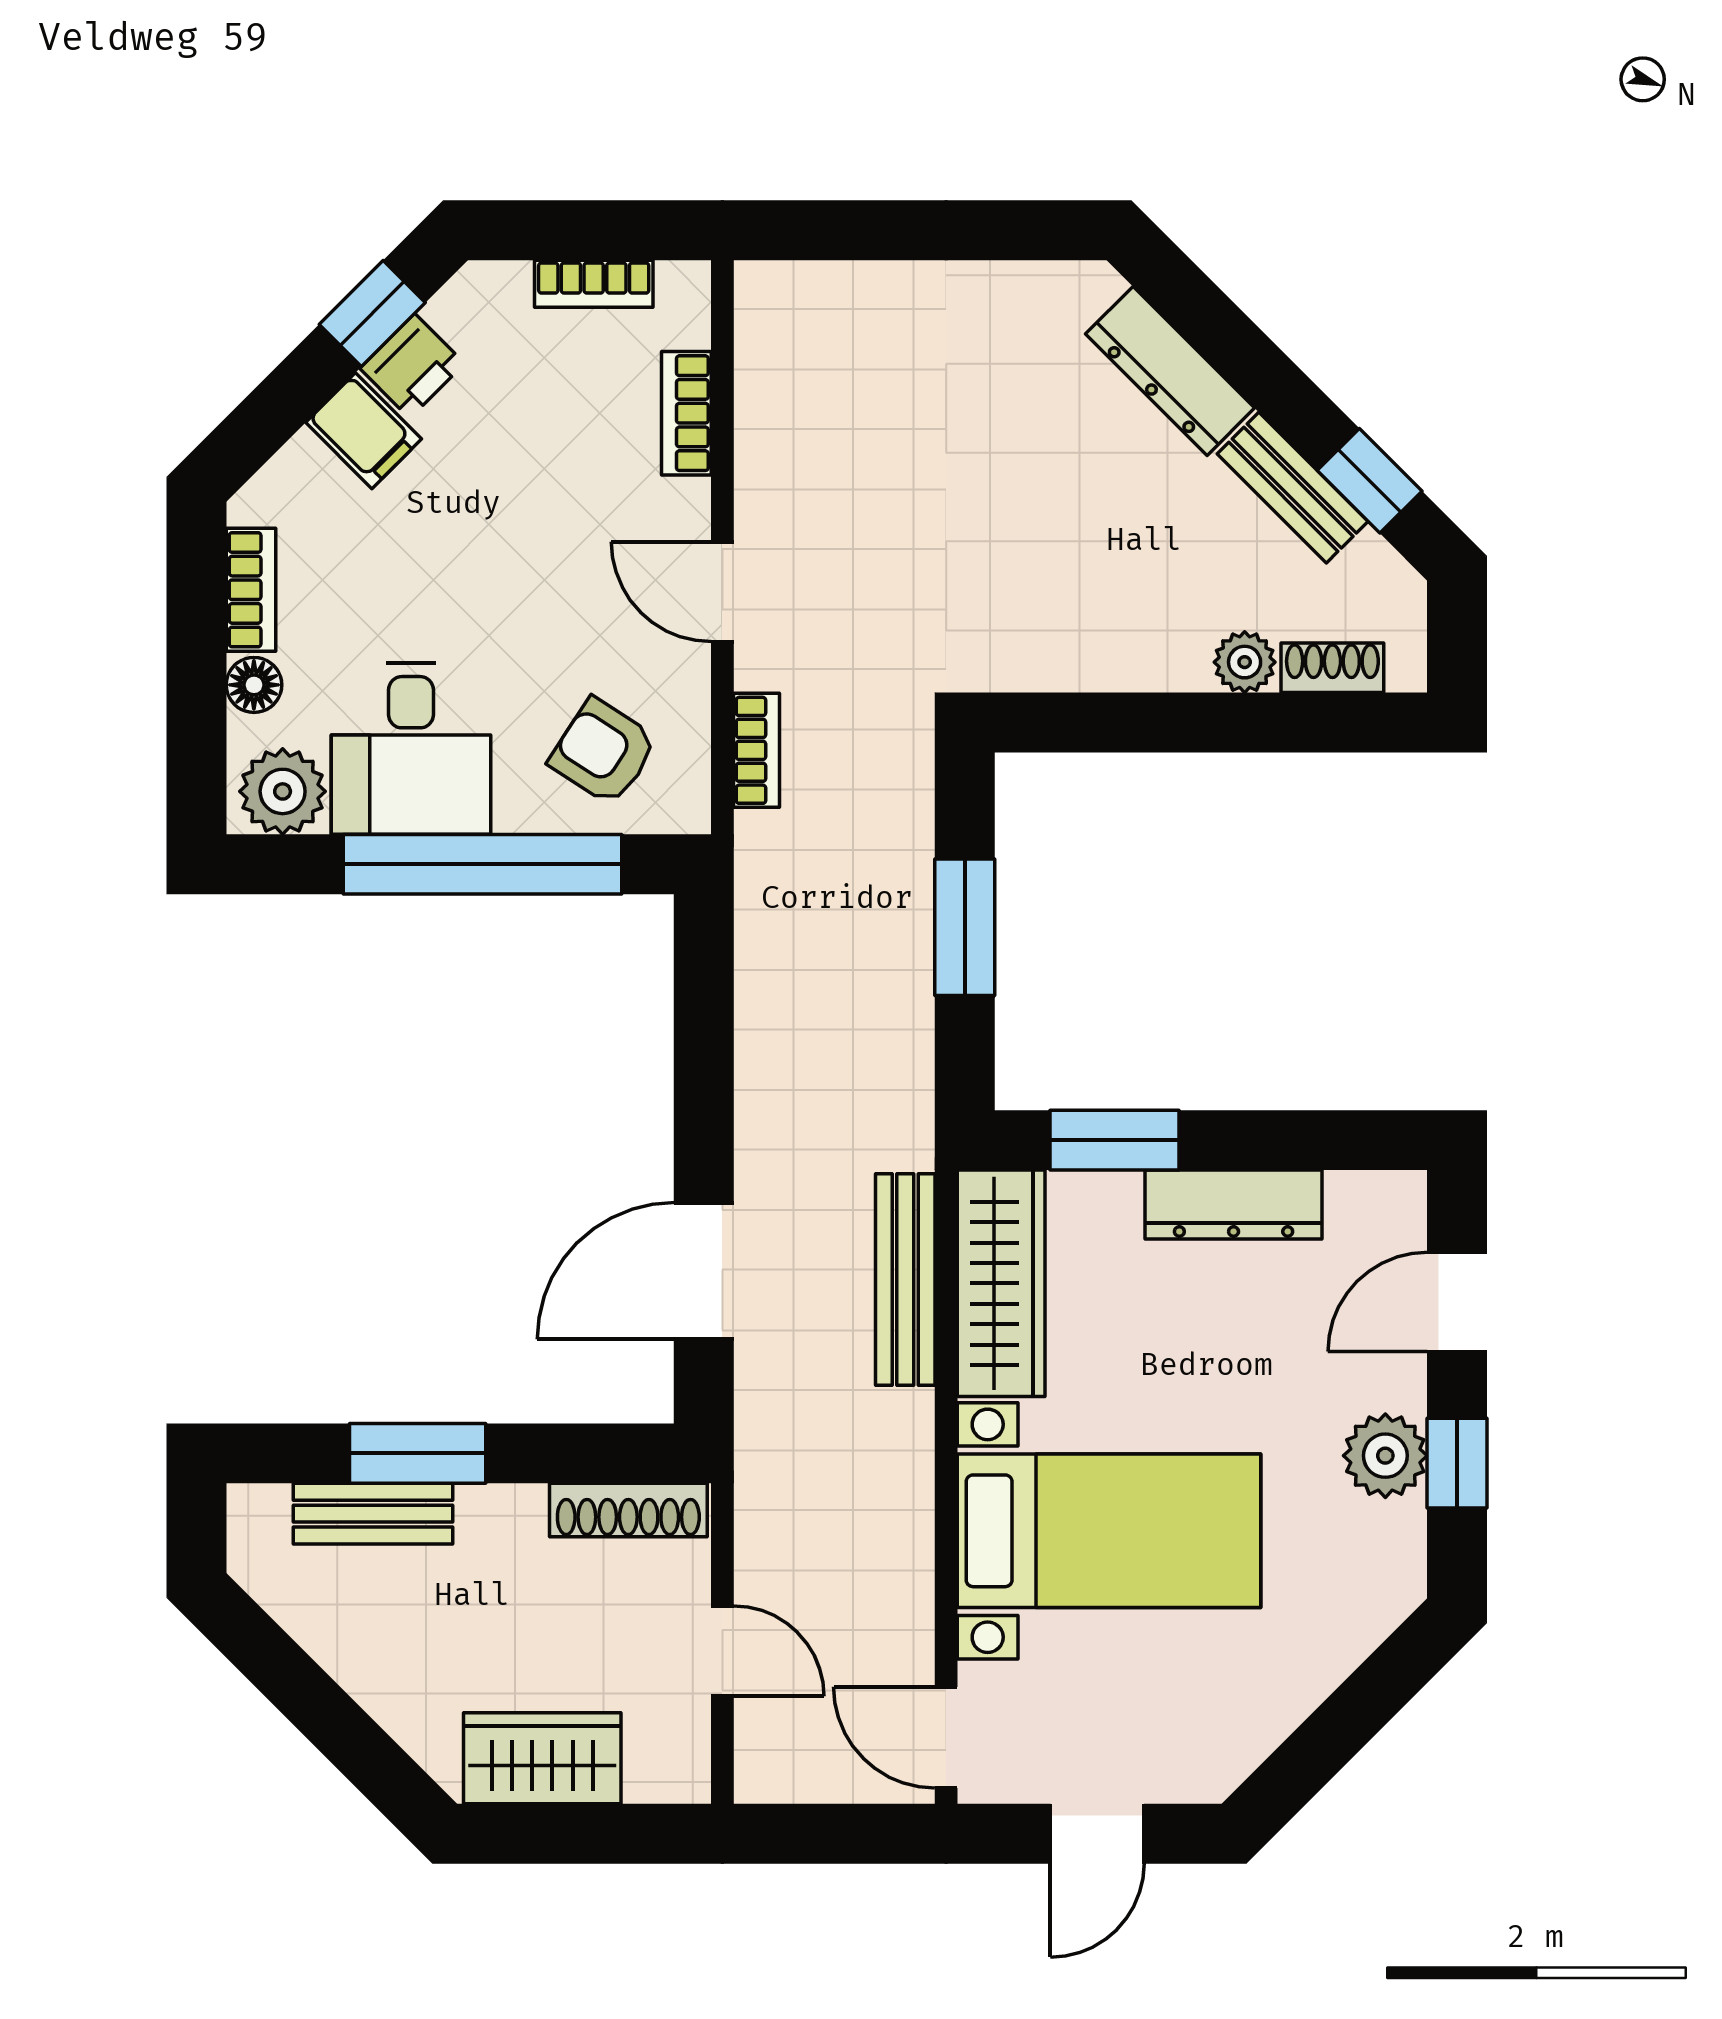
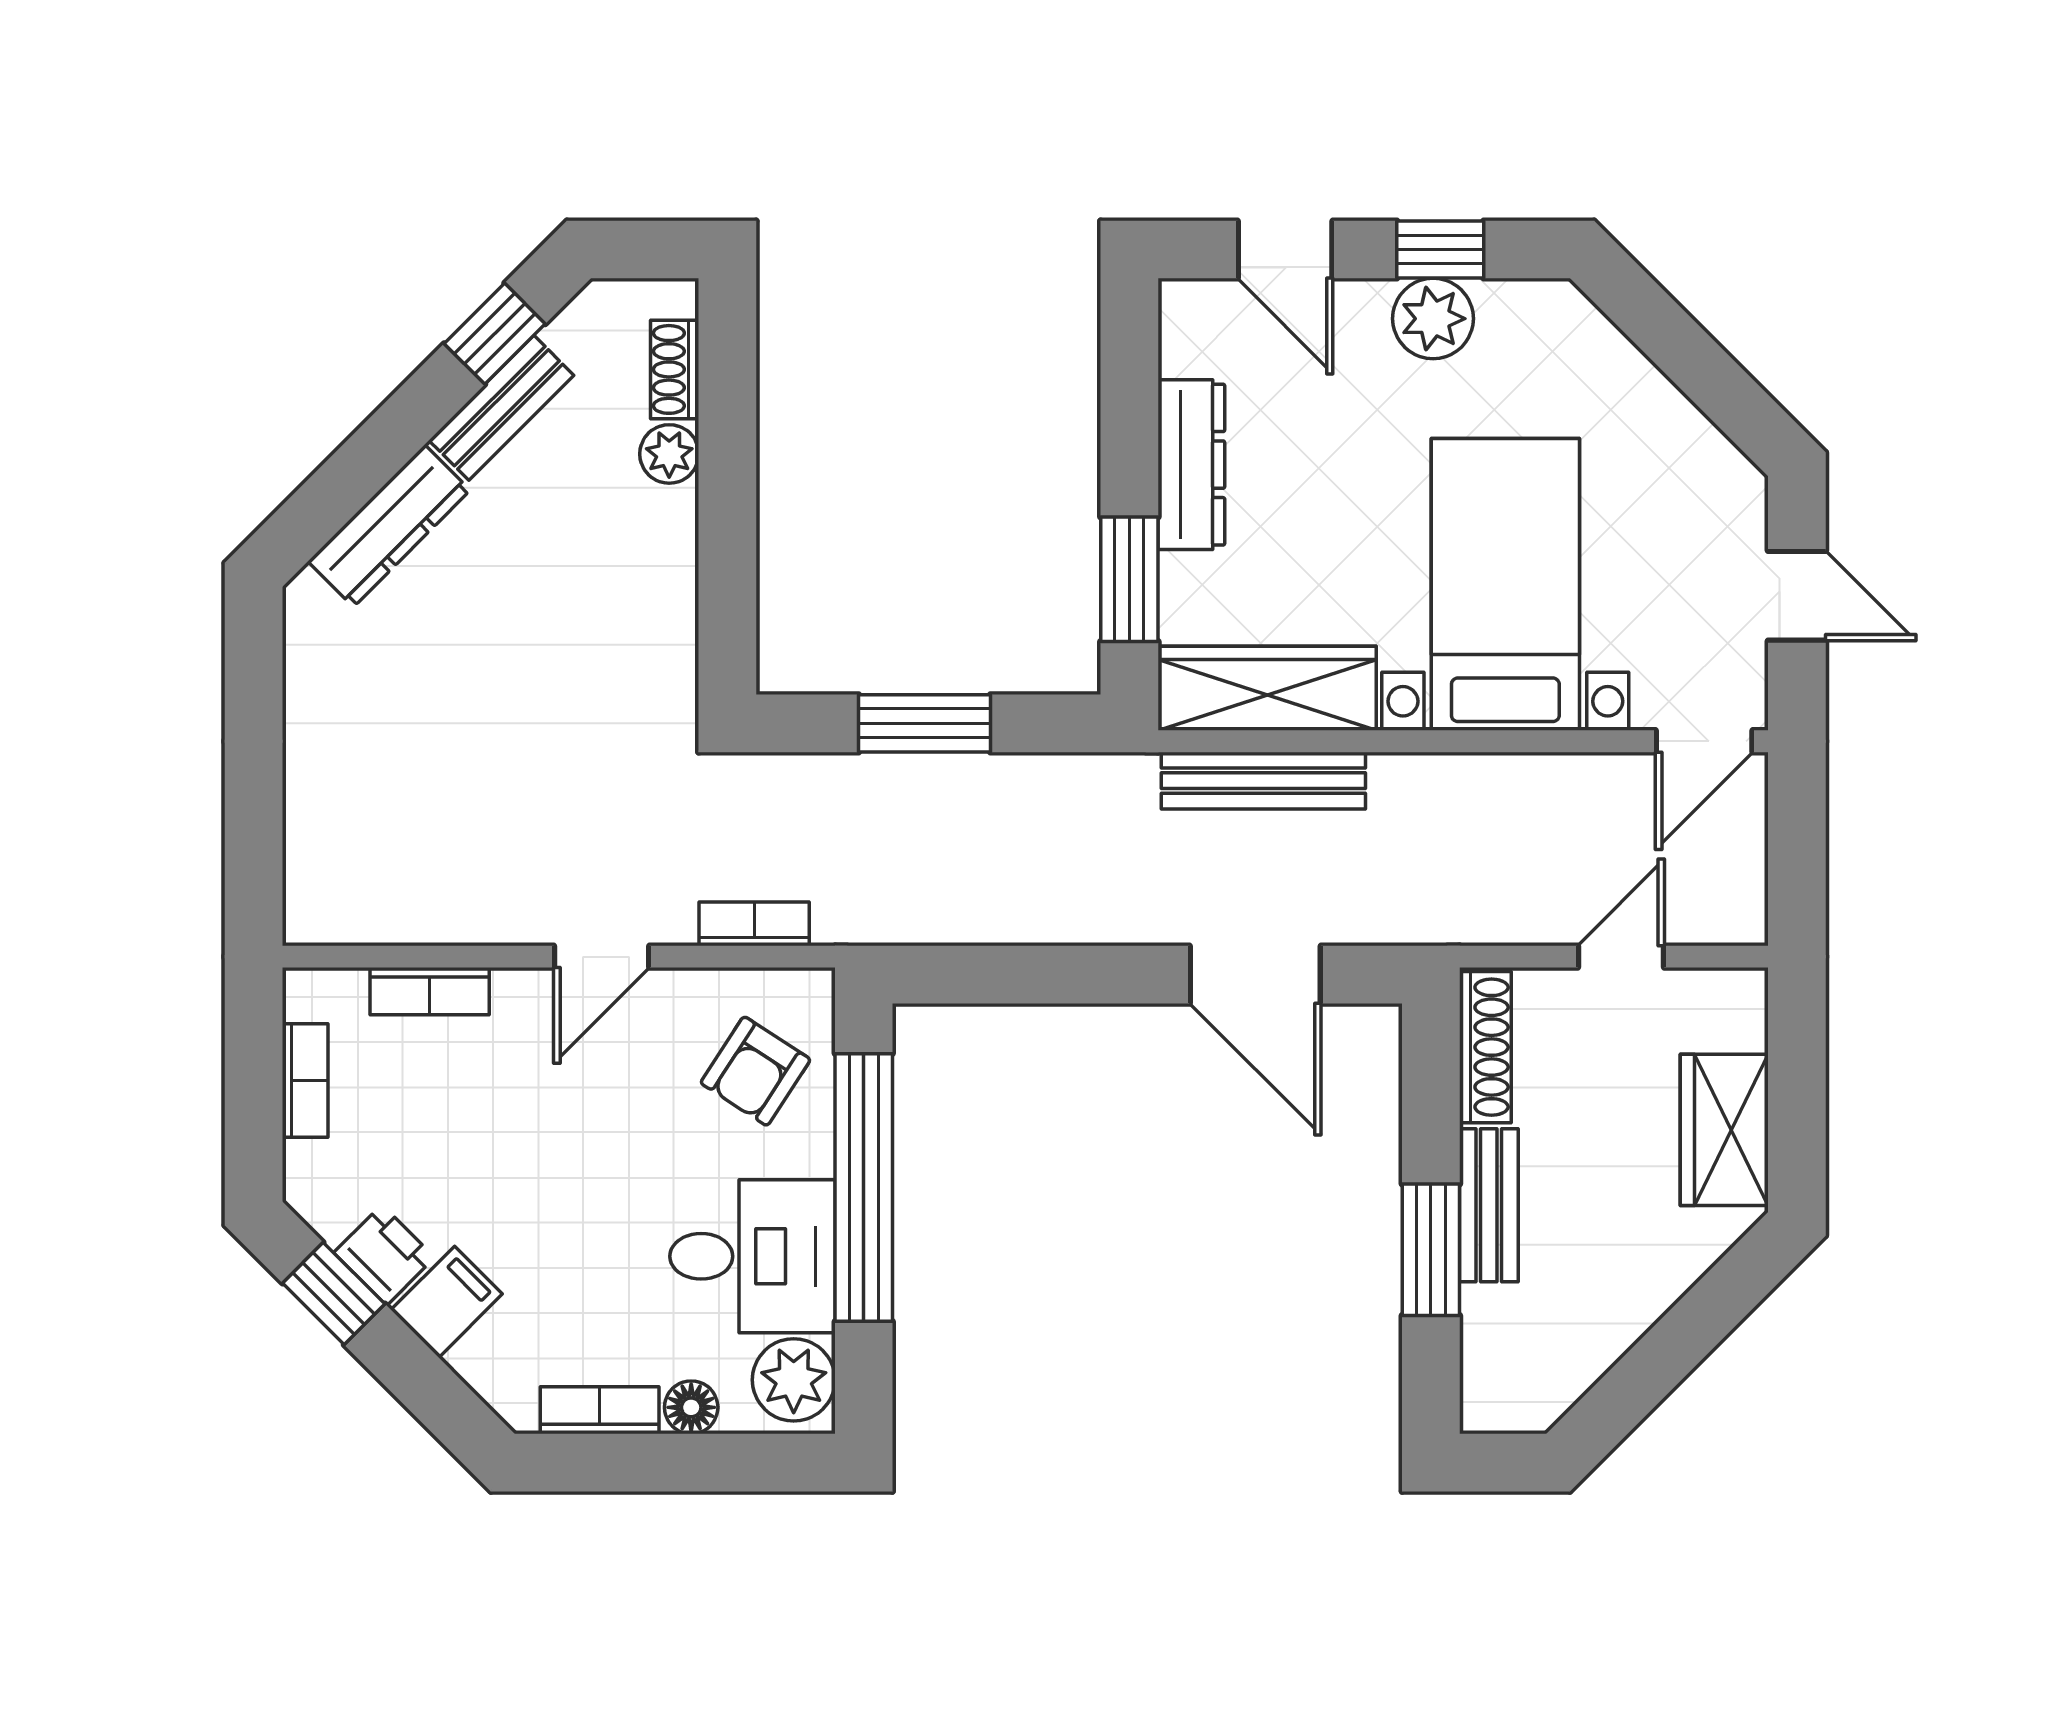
bench: (373, 1514) -> (1489, 1205), moved

